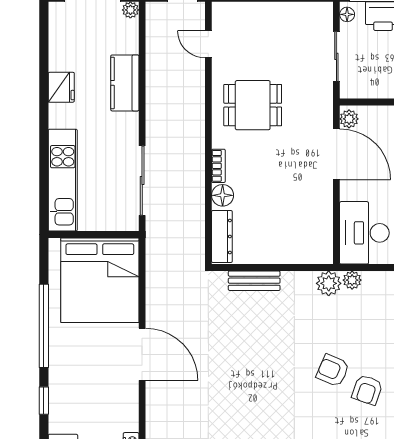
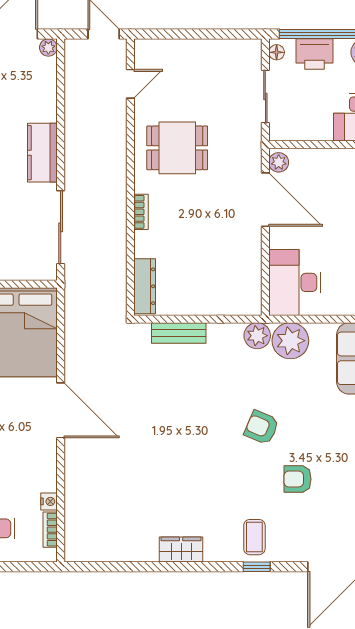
door: (208, 44) -> (130, 84), swing flipped
kitchen counter: (125, 83) -> (42, 153), moved
floor lamp: (223, 195) -> (145, 243), removed
plant: (352, 280) -> (290, 341), width x1.87, depth x1.87
armchair: (367, 390) -> (297, 479), moved, turned 71

